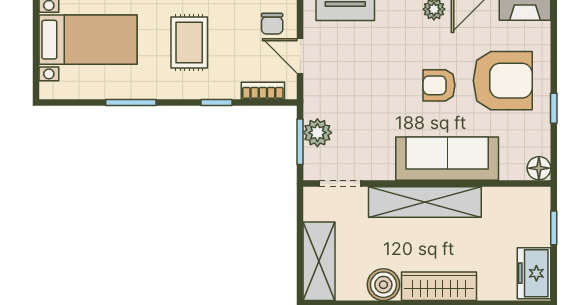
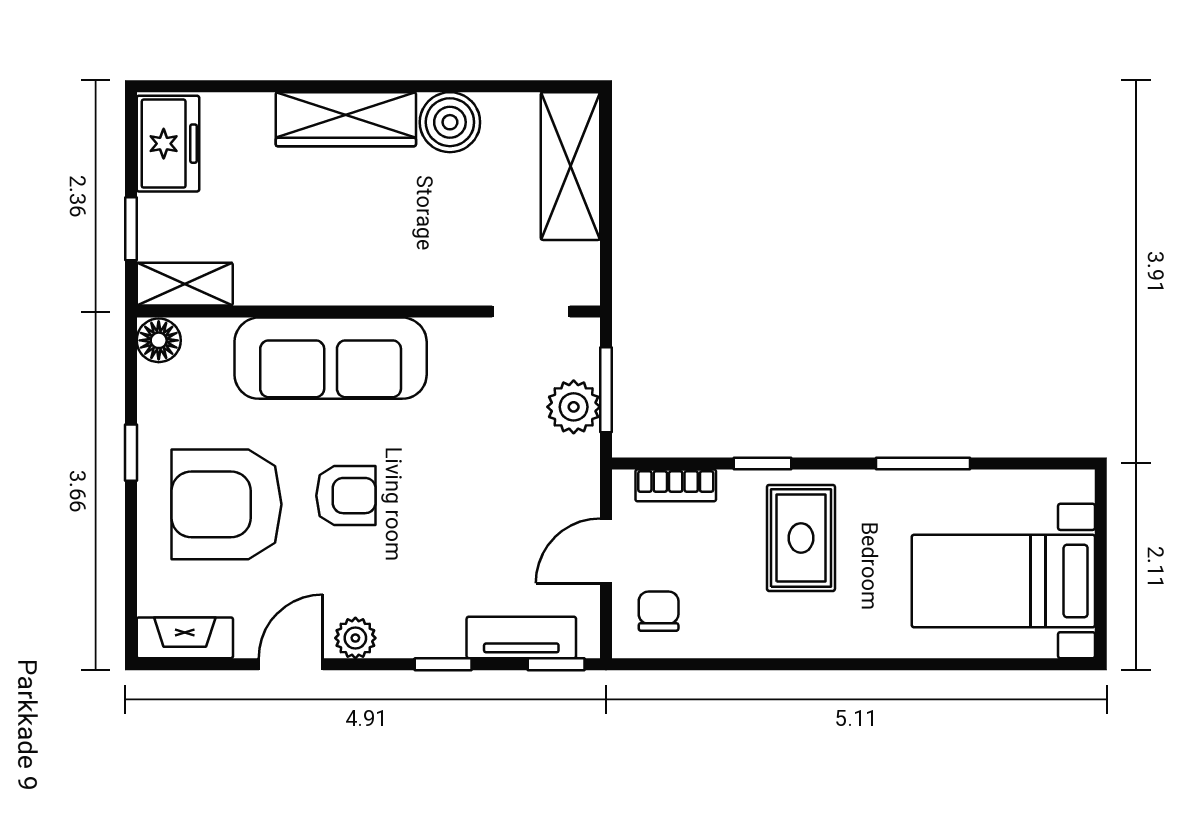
rug: (189, 42) -> (801, 538), moved
door: (300, 56) -> (606, 551), swing flipped
shelving: (425, 202) -> (185, 284), moved, width x0.45, depth x0.75

